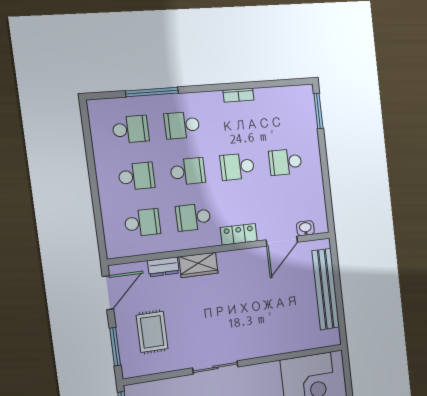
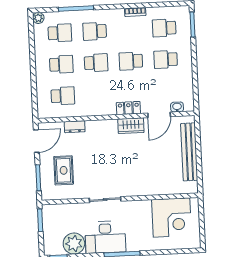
plant: (96, 108) -> (38, 18), added
school desk: (193, 217) -> (164, 28), moved
wardrobe: (199, 265) -> (131, 126), moved

